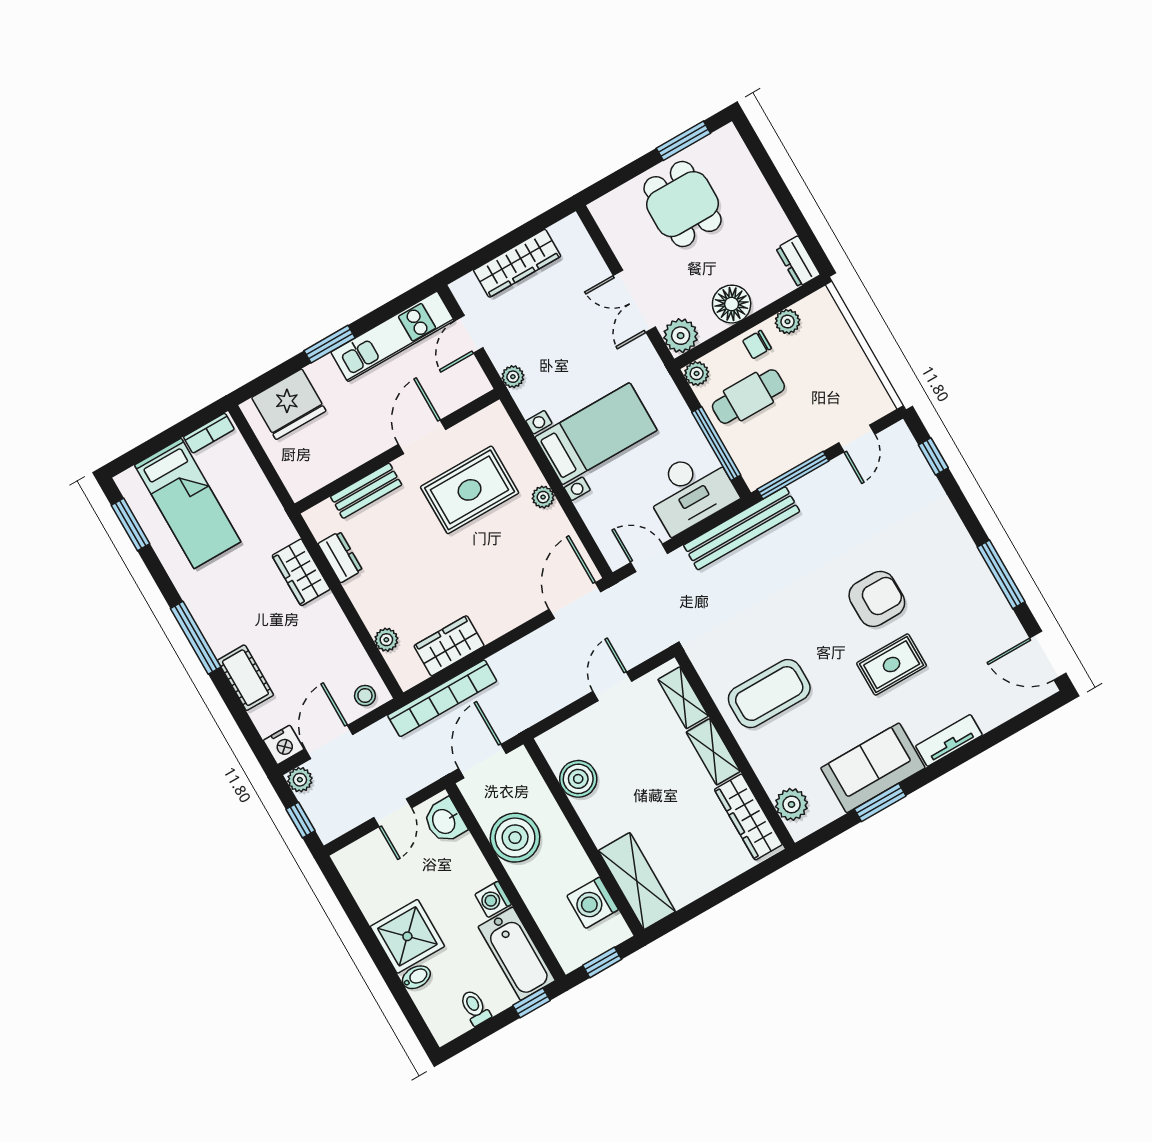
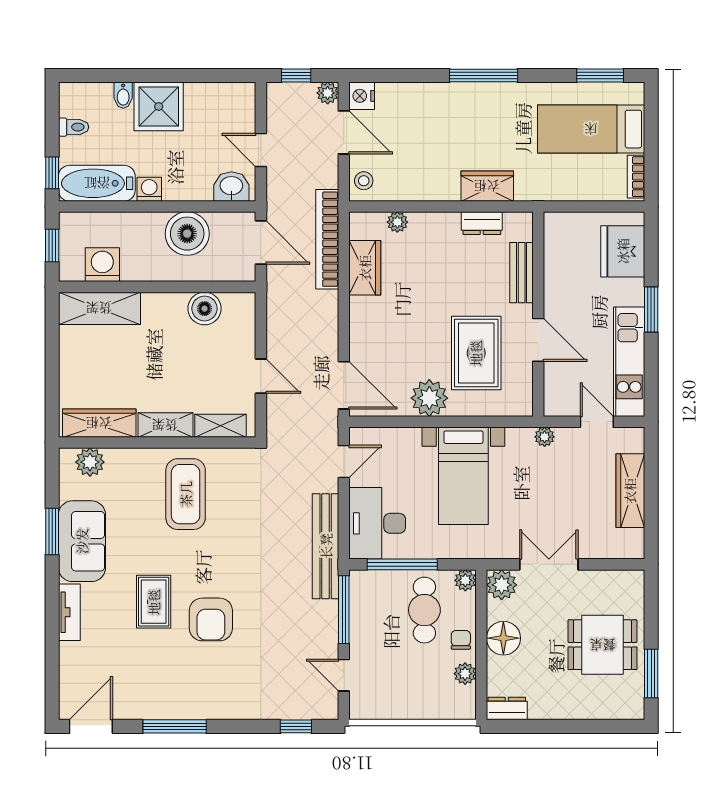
plant: (543, 497) -> (429, 398), width x1.88, depth x1.88
cot: (245, 678) -> (431, 96), removed

